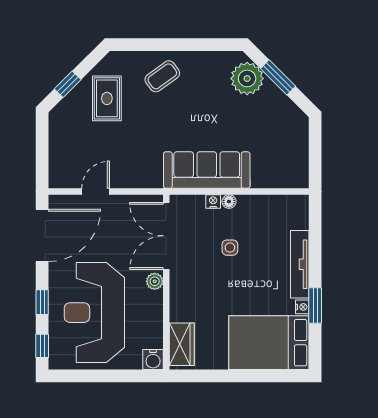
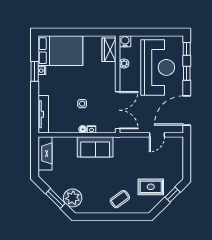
rug: (107, 98) -> (151, 187), turned 90
fireplace: (297, 158) -> (45, 153), added
sofa: (207, 170) -> (95, 147), width x0.73
tv unit: (300, 264) -> (43, 114), moved
plant: (155, 281) -> (124, 63), moved

